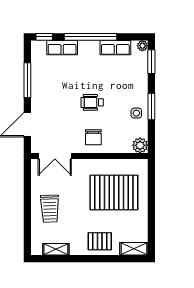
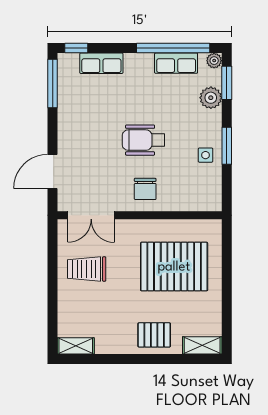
window: (90, 37) -> (173, 48), moved
window: (27, 80) -> (53, 84), moved
wheelchair: (92, 102) -> (143, 140), width x1.36, depth x1.37
plant: (140, 145) -> (211, 98), moved
trolley: (50, 209) -> (87, 269), moved, turned 92
shelving: (56, 249) -> (76, 346), moved

